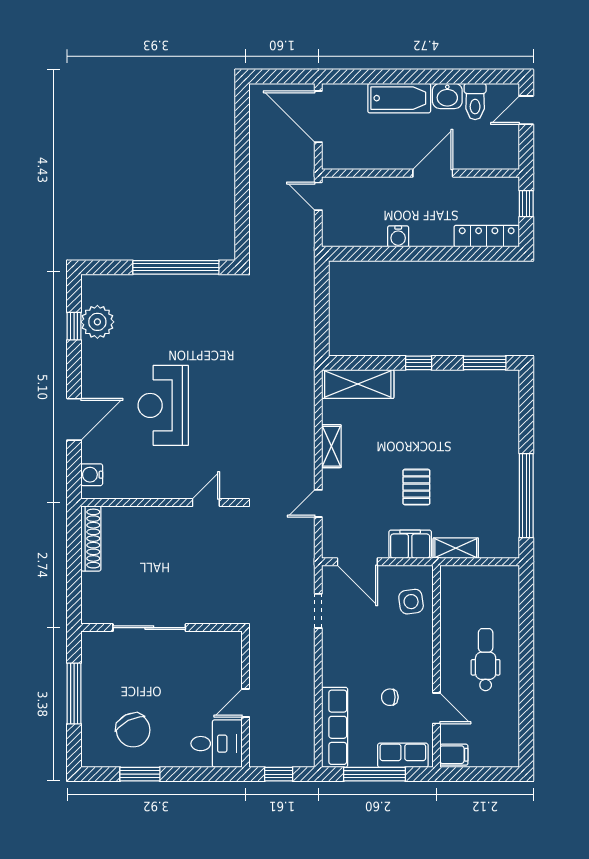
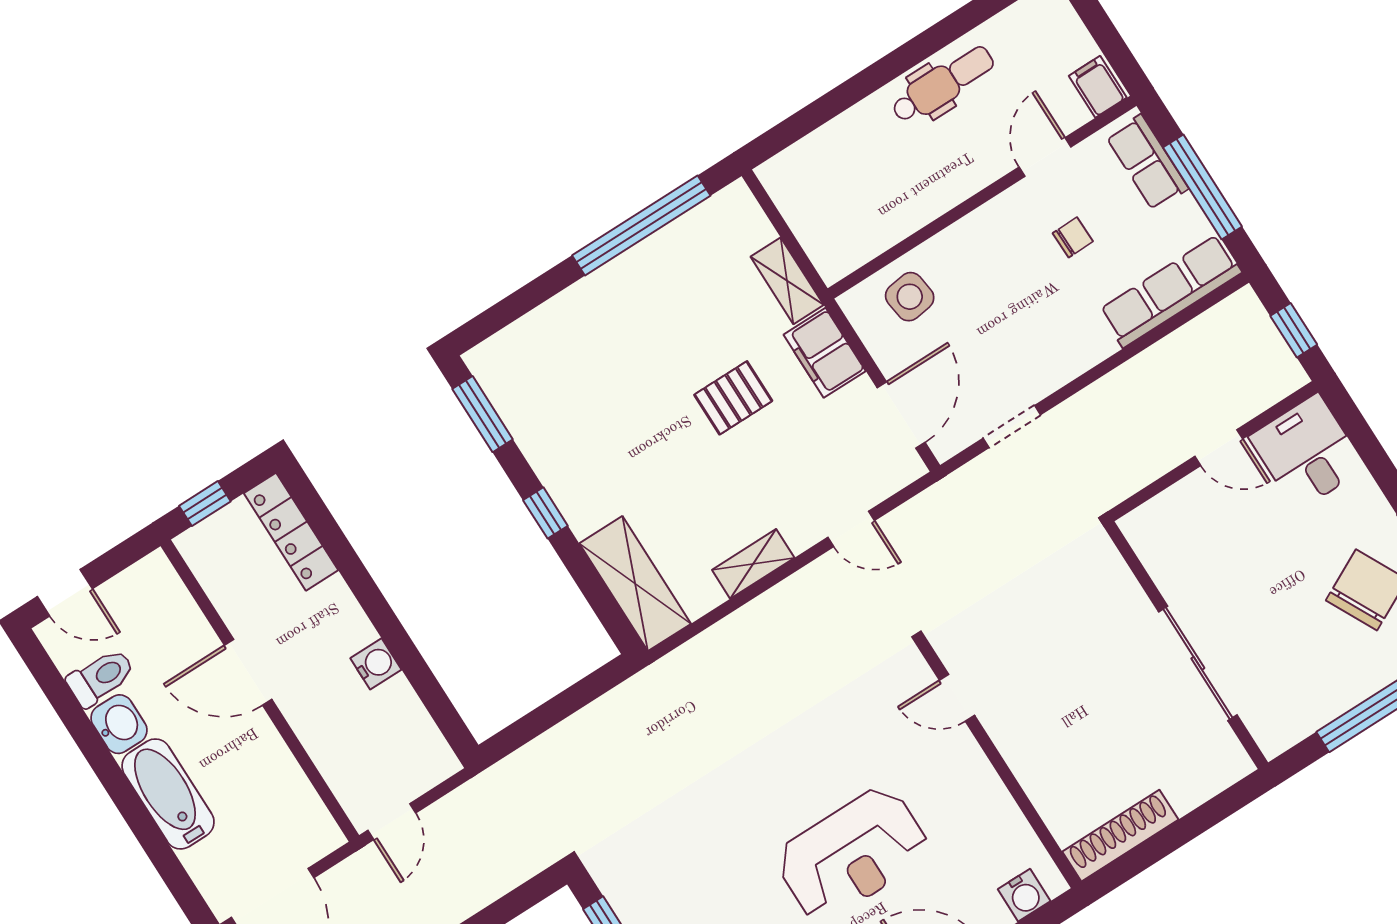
dental chair: (486, 660) -> (943, 84), moved, turned 180
chair: (390, 697) -> (1073, 237), turned -91

